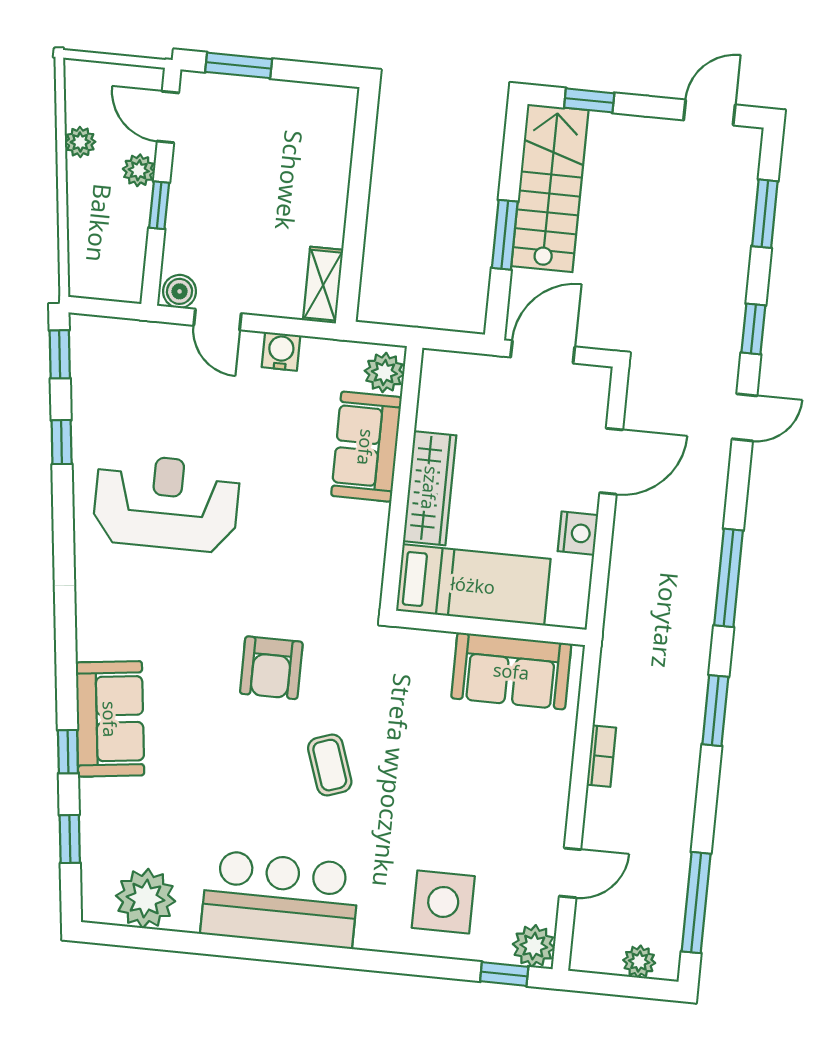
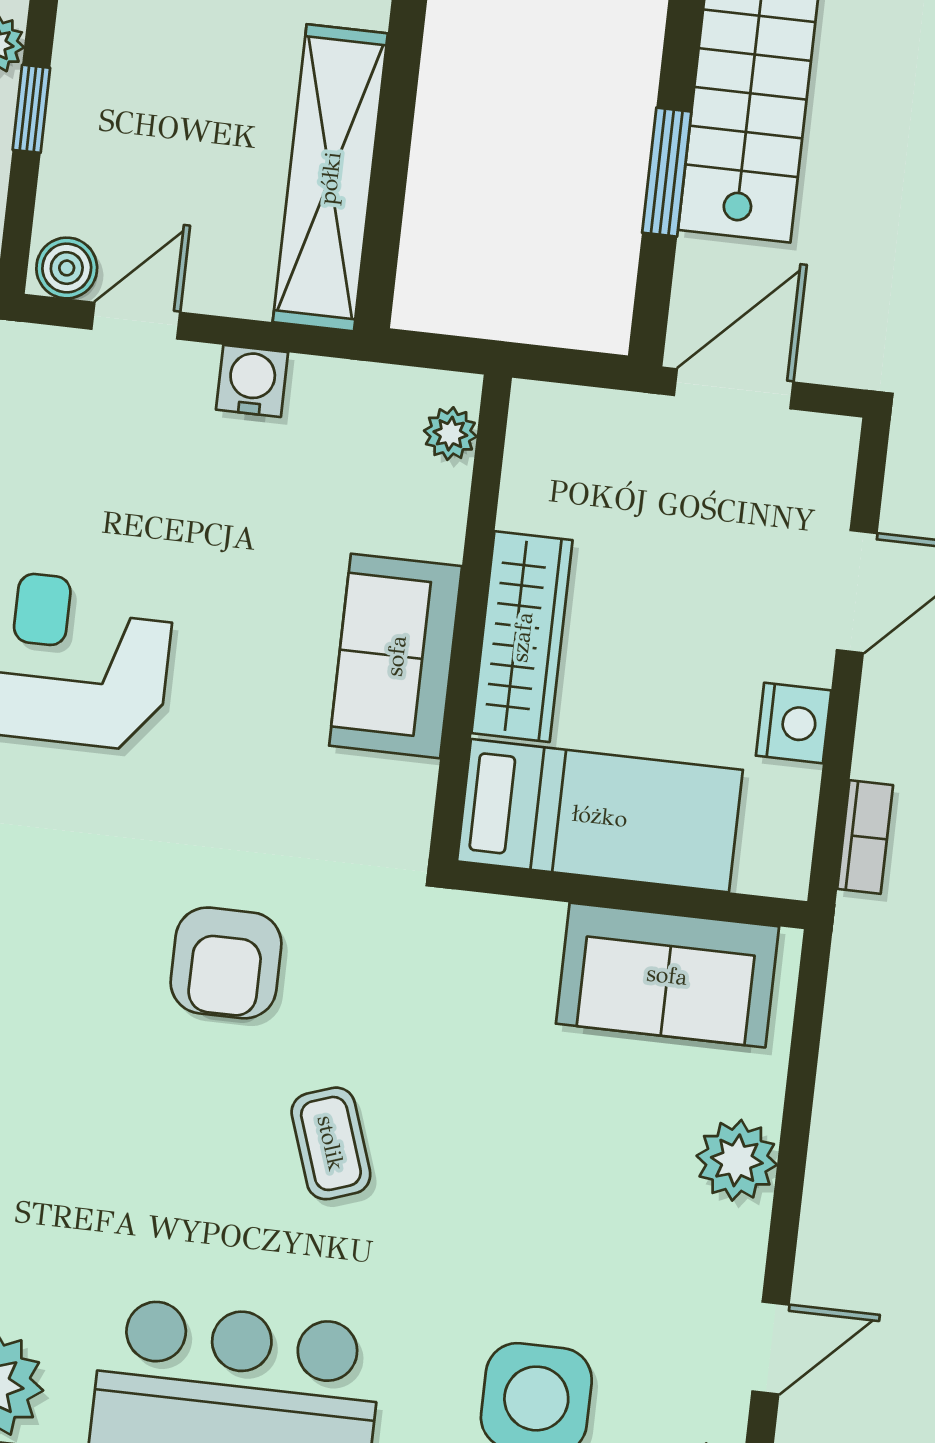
shelving: (323, 285) -> (330, 178), width x2.20, depth x1.33
door: (217, 319) -> (136, 321), swing flipped
plant: (384, 373) -> (450, 434), width x0.73, depth x0.73
sofa: (366, 447) -> (396, 656), moved
bookcase: (601, 756) -> (865, 837), moved
plant: (550, 771) -> (737, 1160), added

